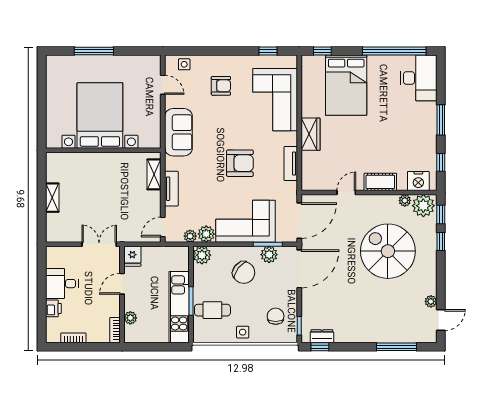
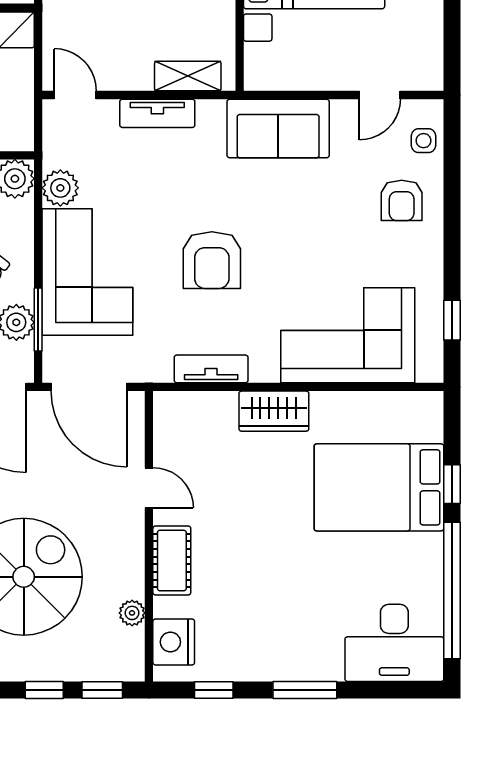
window: (322, 51) -> (452, 484), moved
armchair: (221, 86) -> (402, 200), moved
plant: (423, 206) -> (121, 653), removed
plant: (190, 236) -> (56, 154), removed

